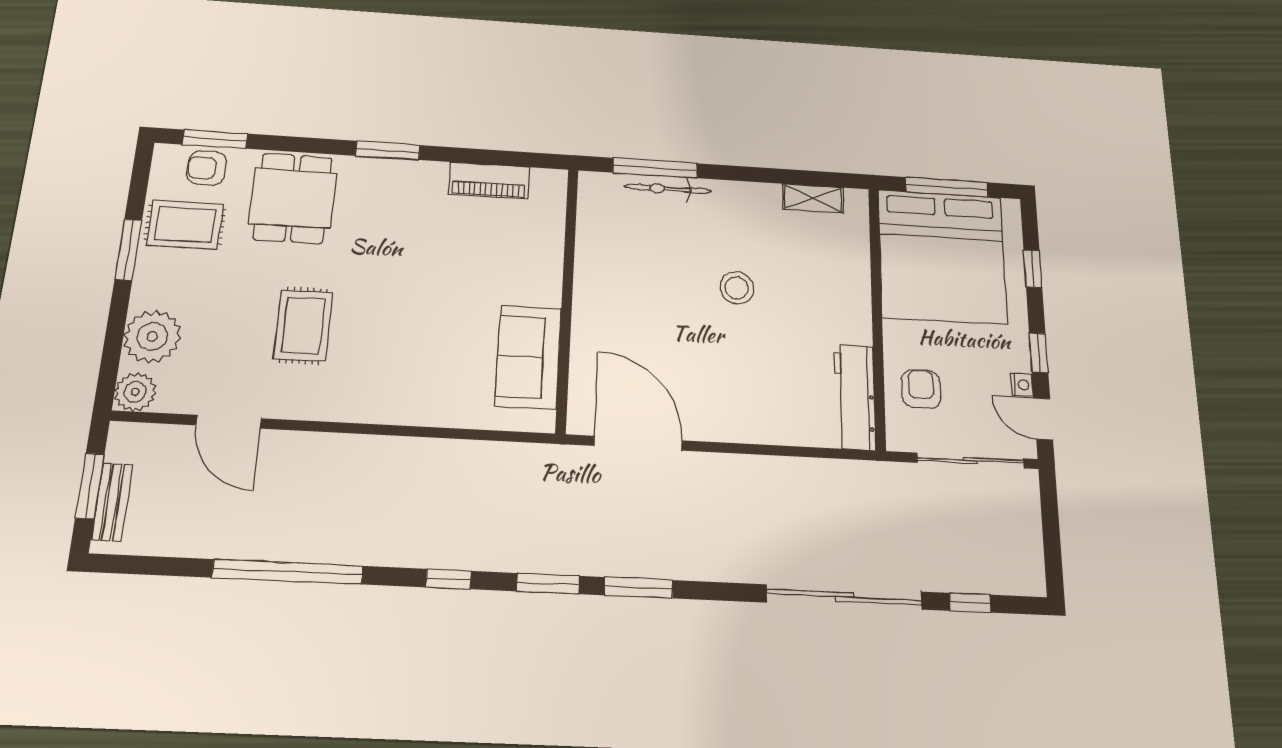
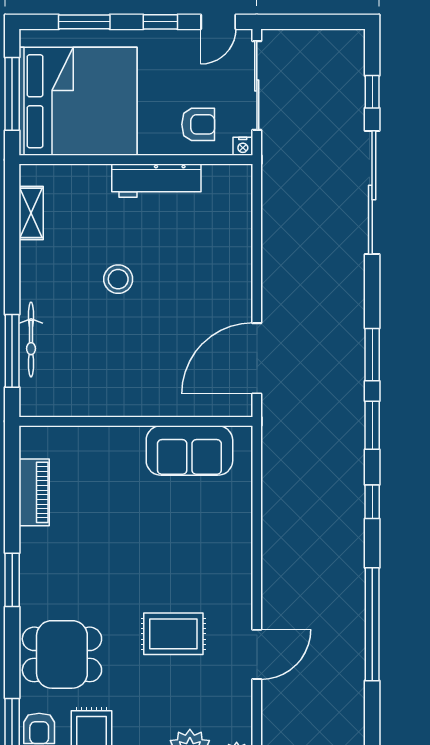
window: (1033, 269) -> (84, 22), width x1.50
nightstand: (1022, 385) -> (243, 146), moved, turned 180
armchair: (921, 389) -> (198, 124), turned 180
workbench: (855, 397) -> (156, 181), moved
door: (229, 422) -> (257, 654), moved

